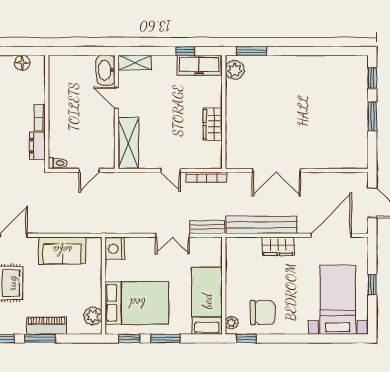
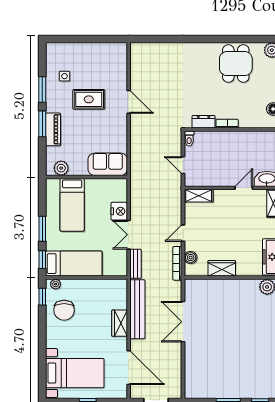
shelving: (128, 143) -> (199, 196), width x0.67, depth x0.75
boiler: (200, 161) -> (191, 258), added
nightstand: (115, 249) -> (119, 211), moved, turned 90
sofa: (62, 251) -> (108, 164), moved, turned 90
bed: (137, 303) -> (72, 205), width x0.67
window: (129, 338) -> (42, 260), moved

